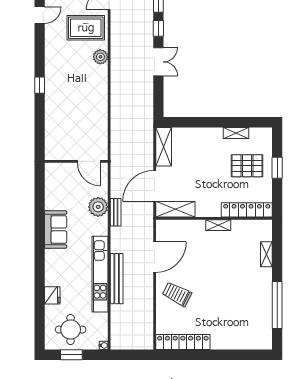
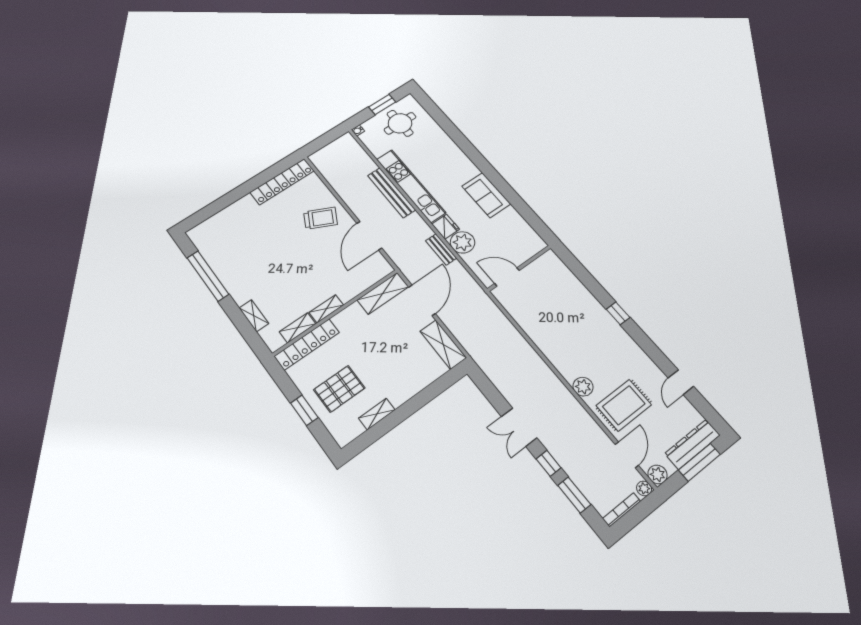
shelving: (245, 225) -> (298, 328), added
fridge: (52, 295) -> (446, 227), moved, turned 180

